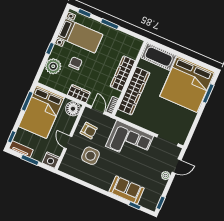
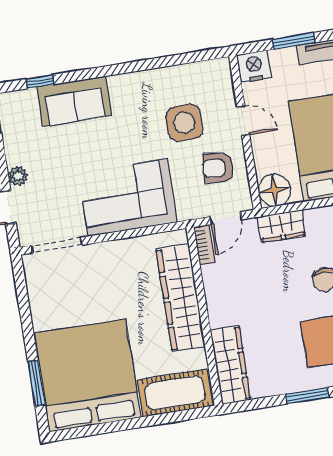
wardrobe: (123, 74) -> (230, 365), moved
door: (98, 110) -> (226, 218), hinge flipped

